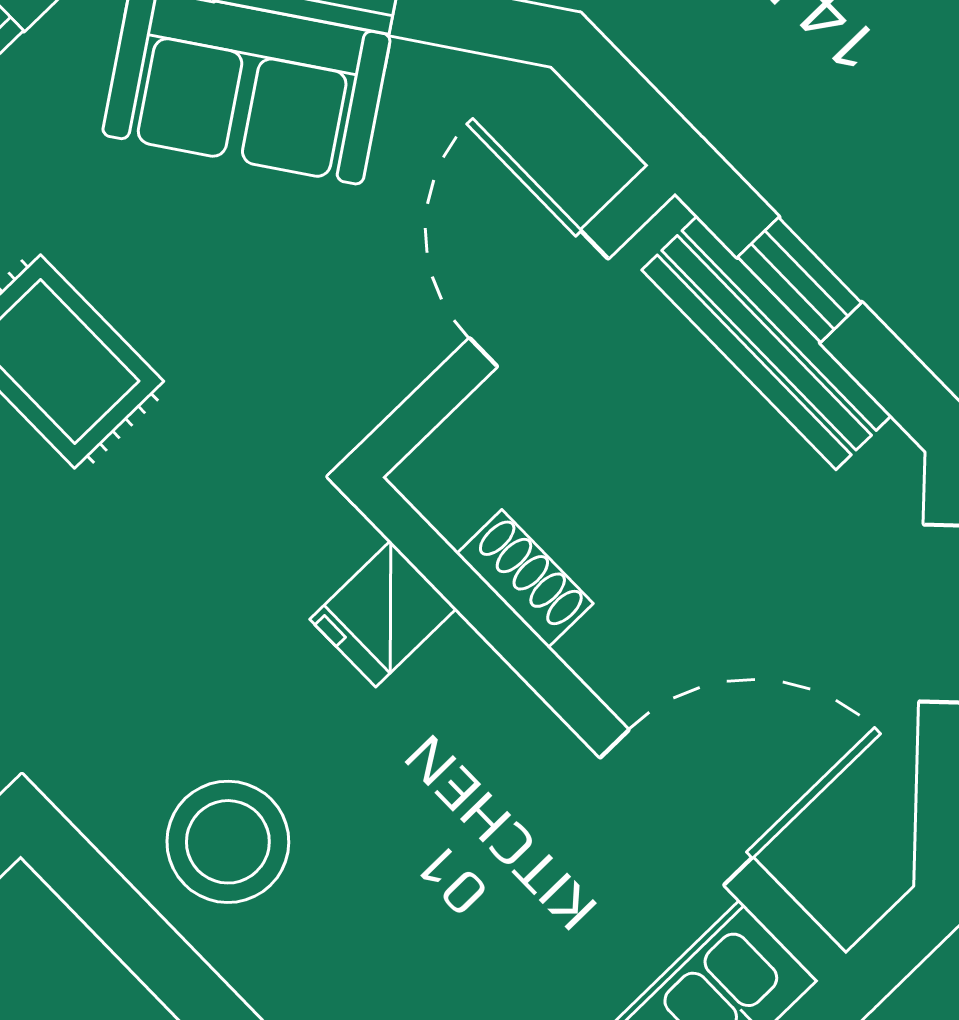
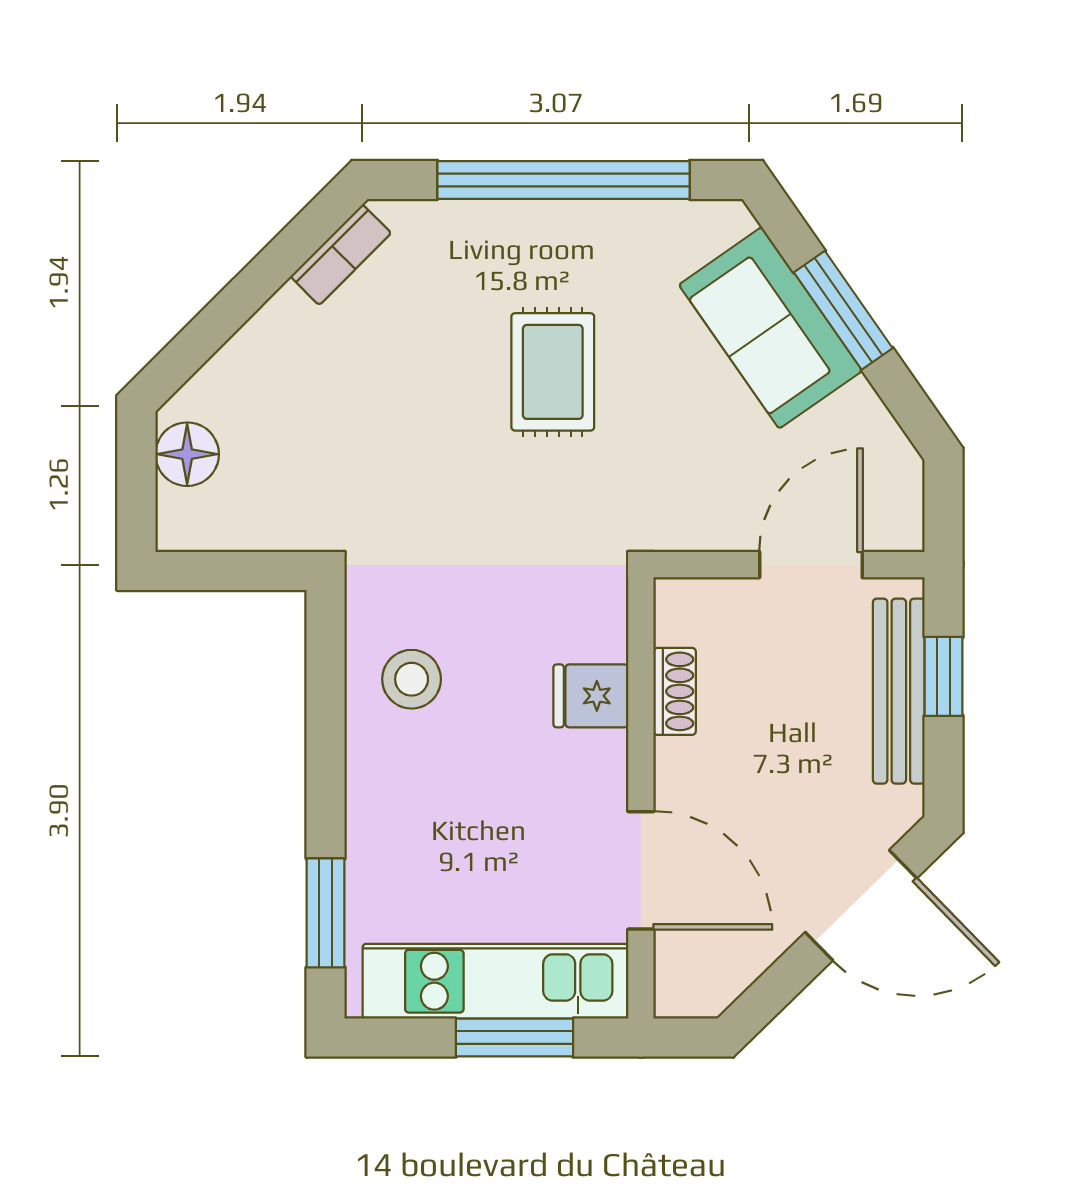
fridge: (383, 614) -> (591, 696), moved
stool: (228, 842) -> (412, 679), width x0.73, depth x0.73

